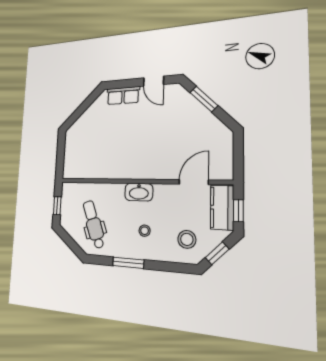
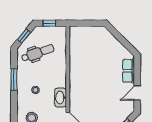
washbasin: (139, 192) -> (61, 98), moved
window: (71, 243) -> (24, 36), added

